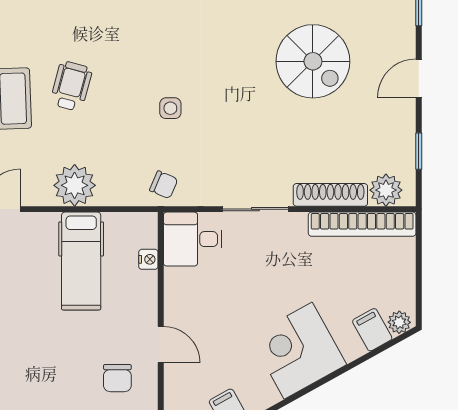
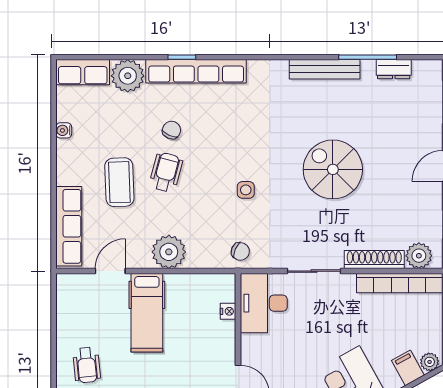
chair: (78, 34) -> (172, 130), added
spiral stairs: (313, 61) -> (333, 169), moved, turned 180
desk: (193, 239) -> (264, 303), width x1.37
hospital bed: (81, 261) -> (147, 313), moved

